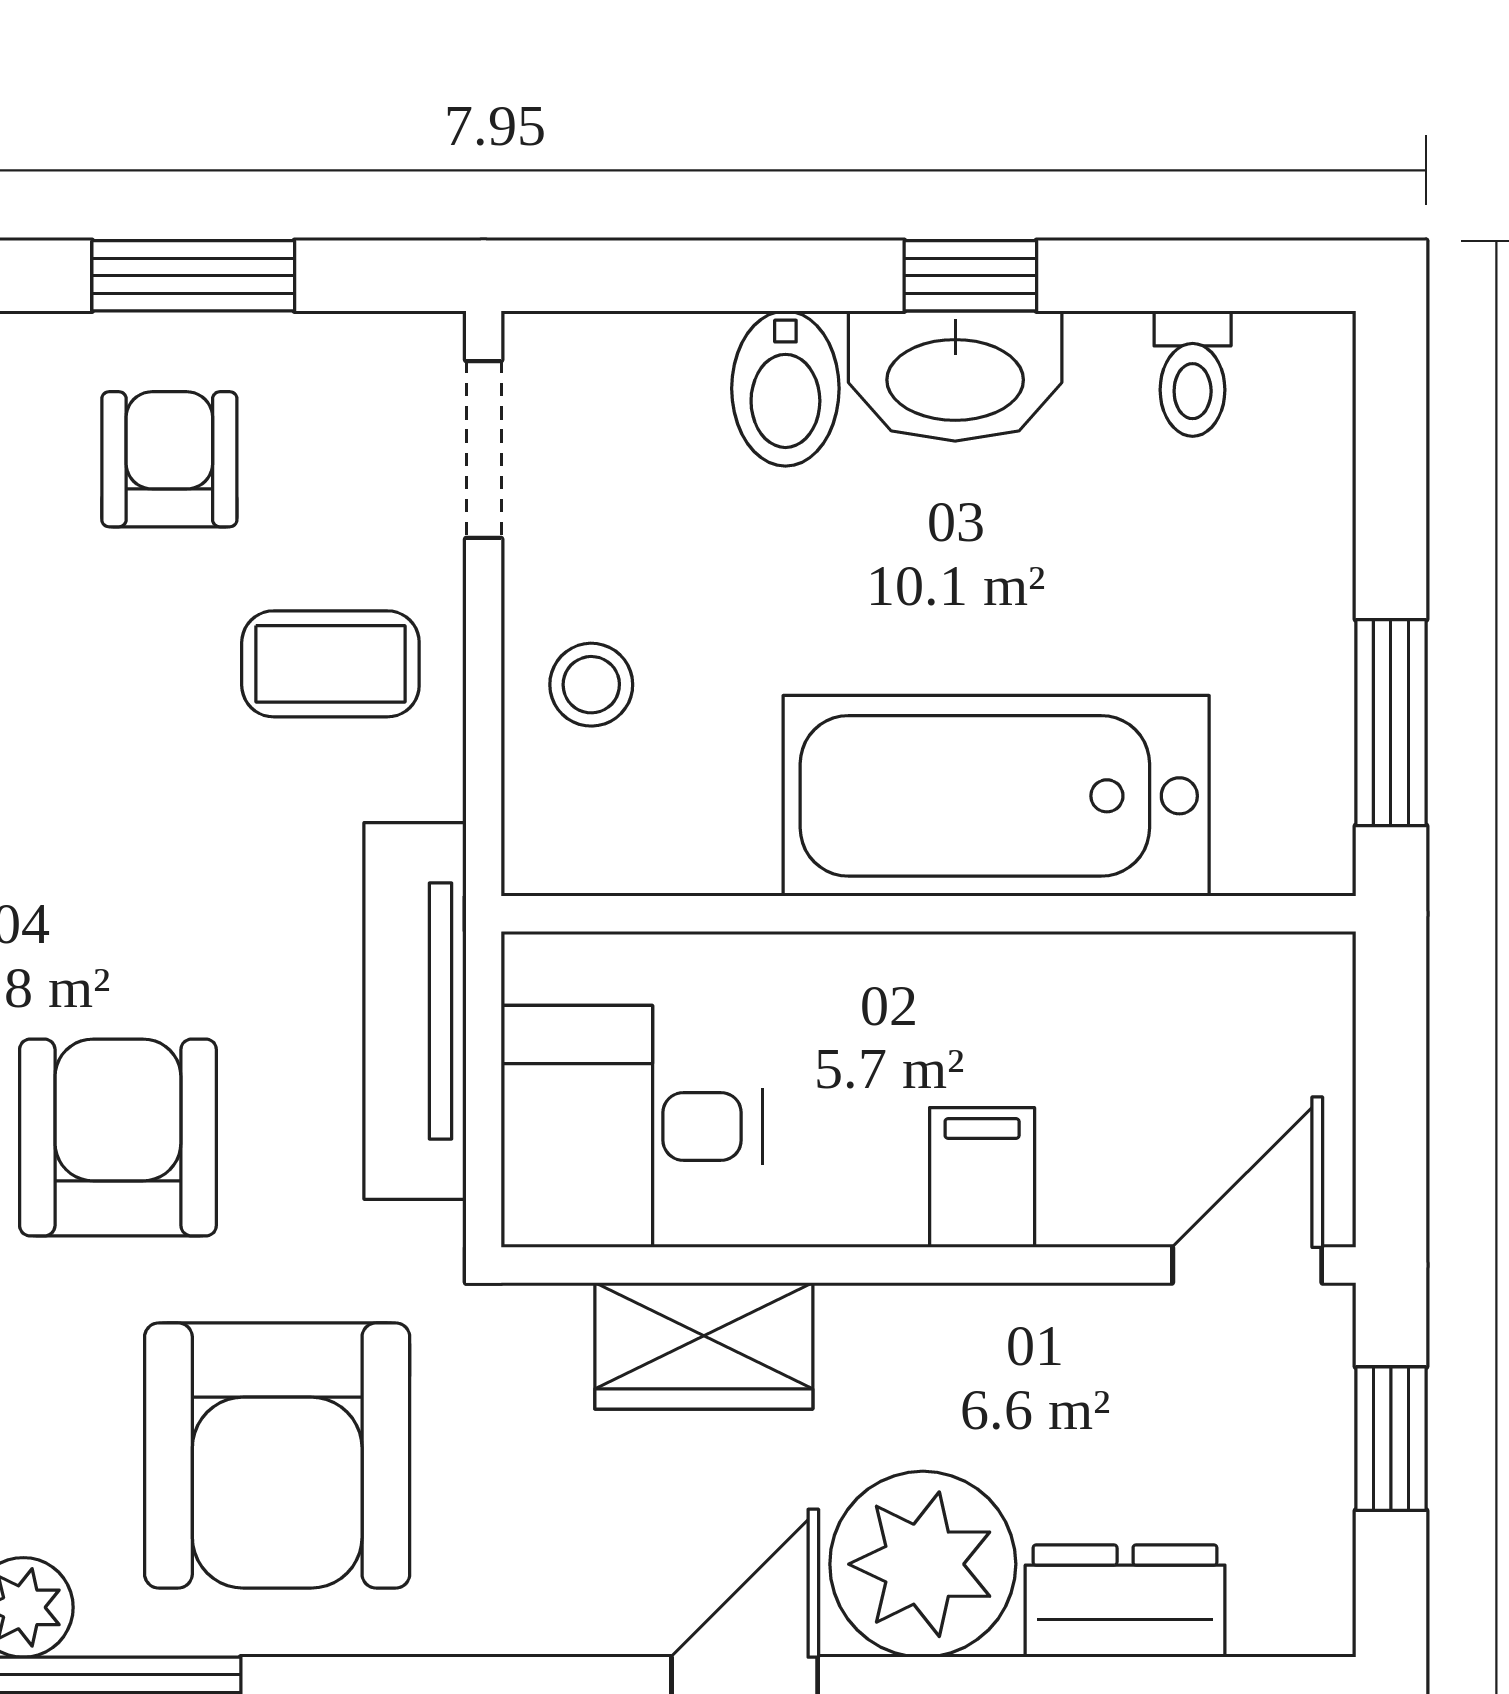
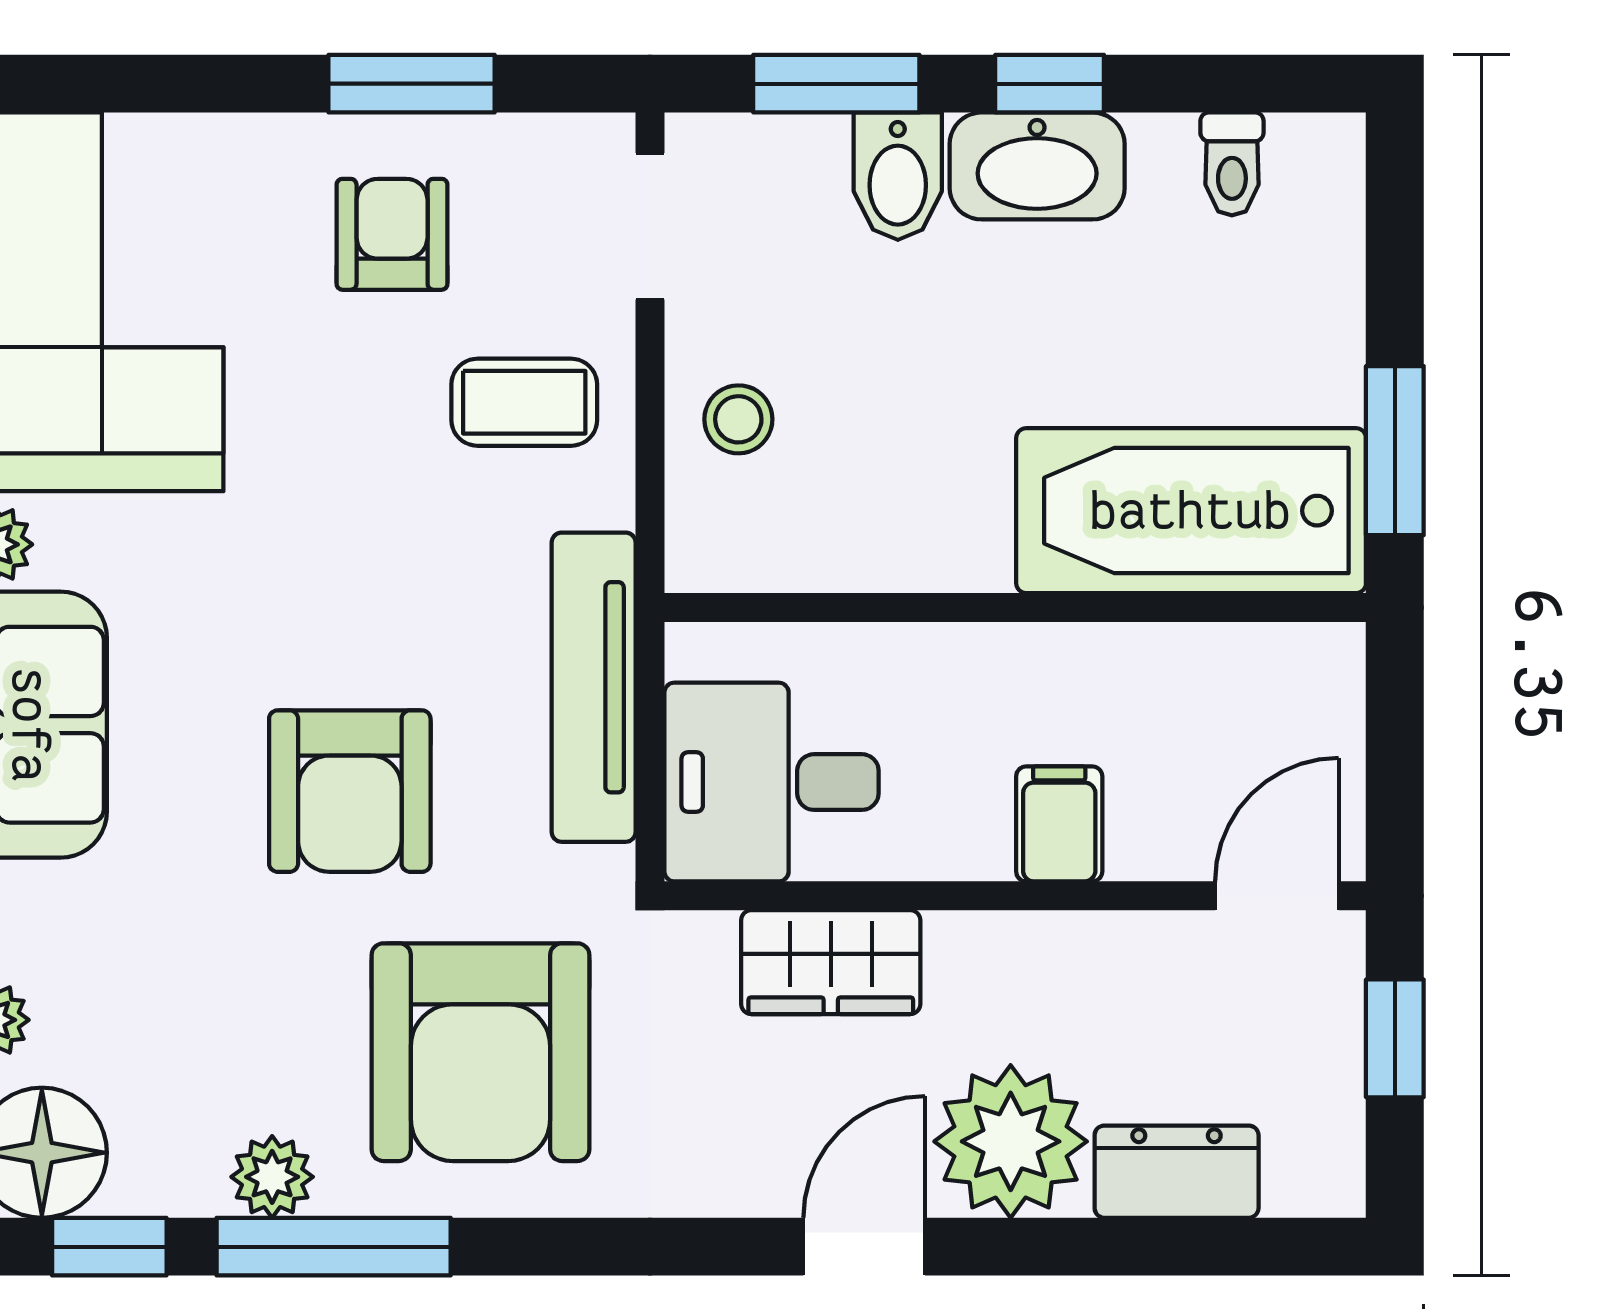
window: (711, 276) -> (836, 84), added
bathtub: (996, 796) -> (1191, 511), moved
armchair: (118, 1138) -> (350, 791), turned 180

